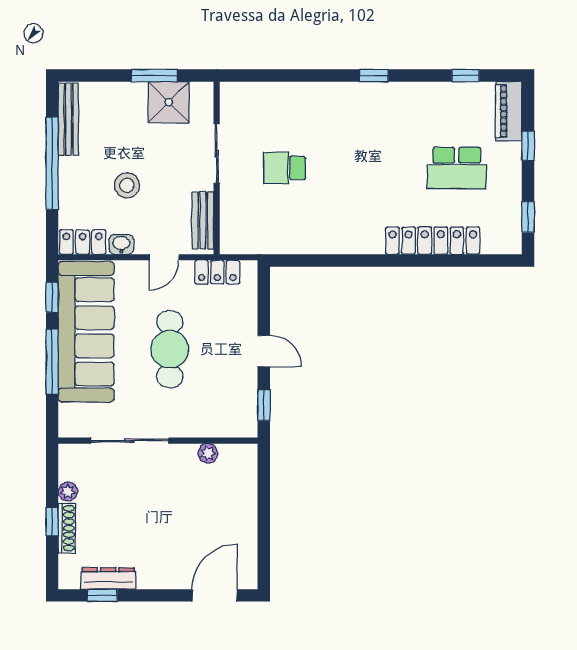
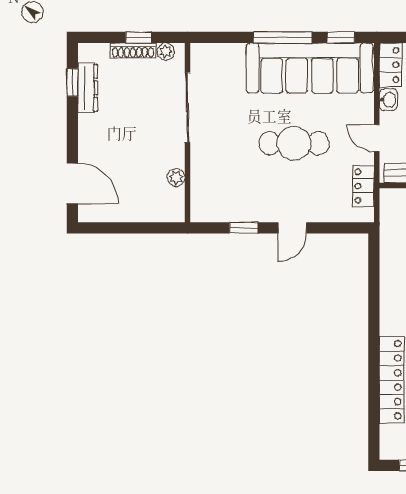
sliding door: (130, 441) -> (188, 107), moved
wall: (158, 441) -> (188, 133), moved
plant: (208, 453) -> (176, 178), moved

